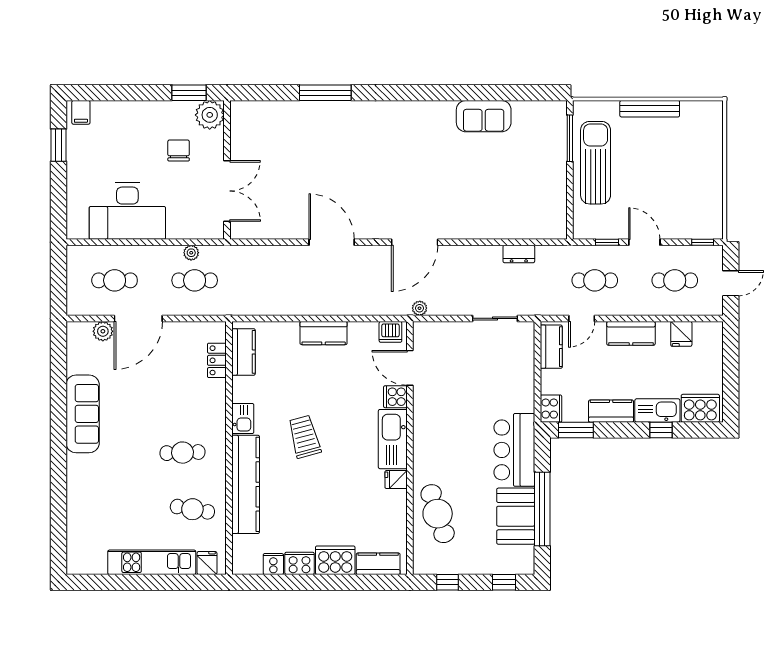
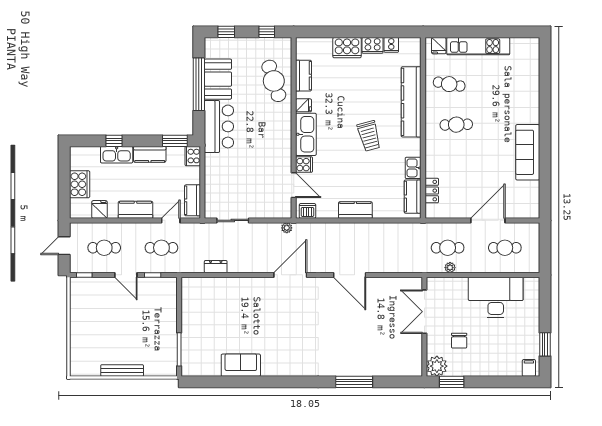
sun lounger: (596, 163) -> (161, 332), removed
plant: (103, 331) -> (513, 211), removed
cooker: (700, 408) -> (80, 184), moved, turned -90
kitchen sink: (243, 418) -> (413, 168), moved
kitchen counter: (378, 564) -> (303, 76), moved, turned -90

